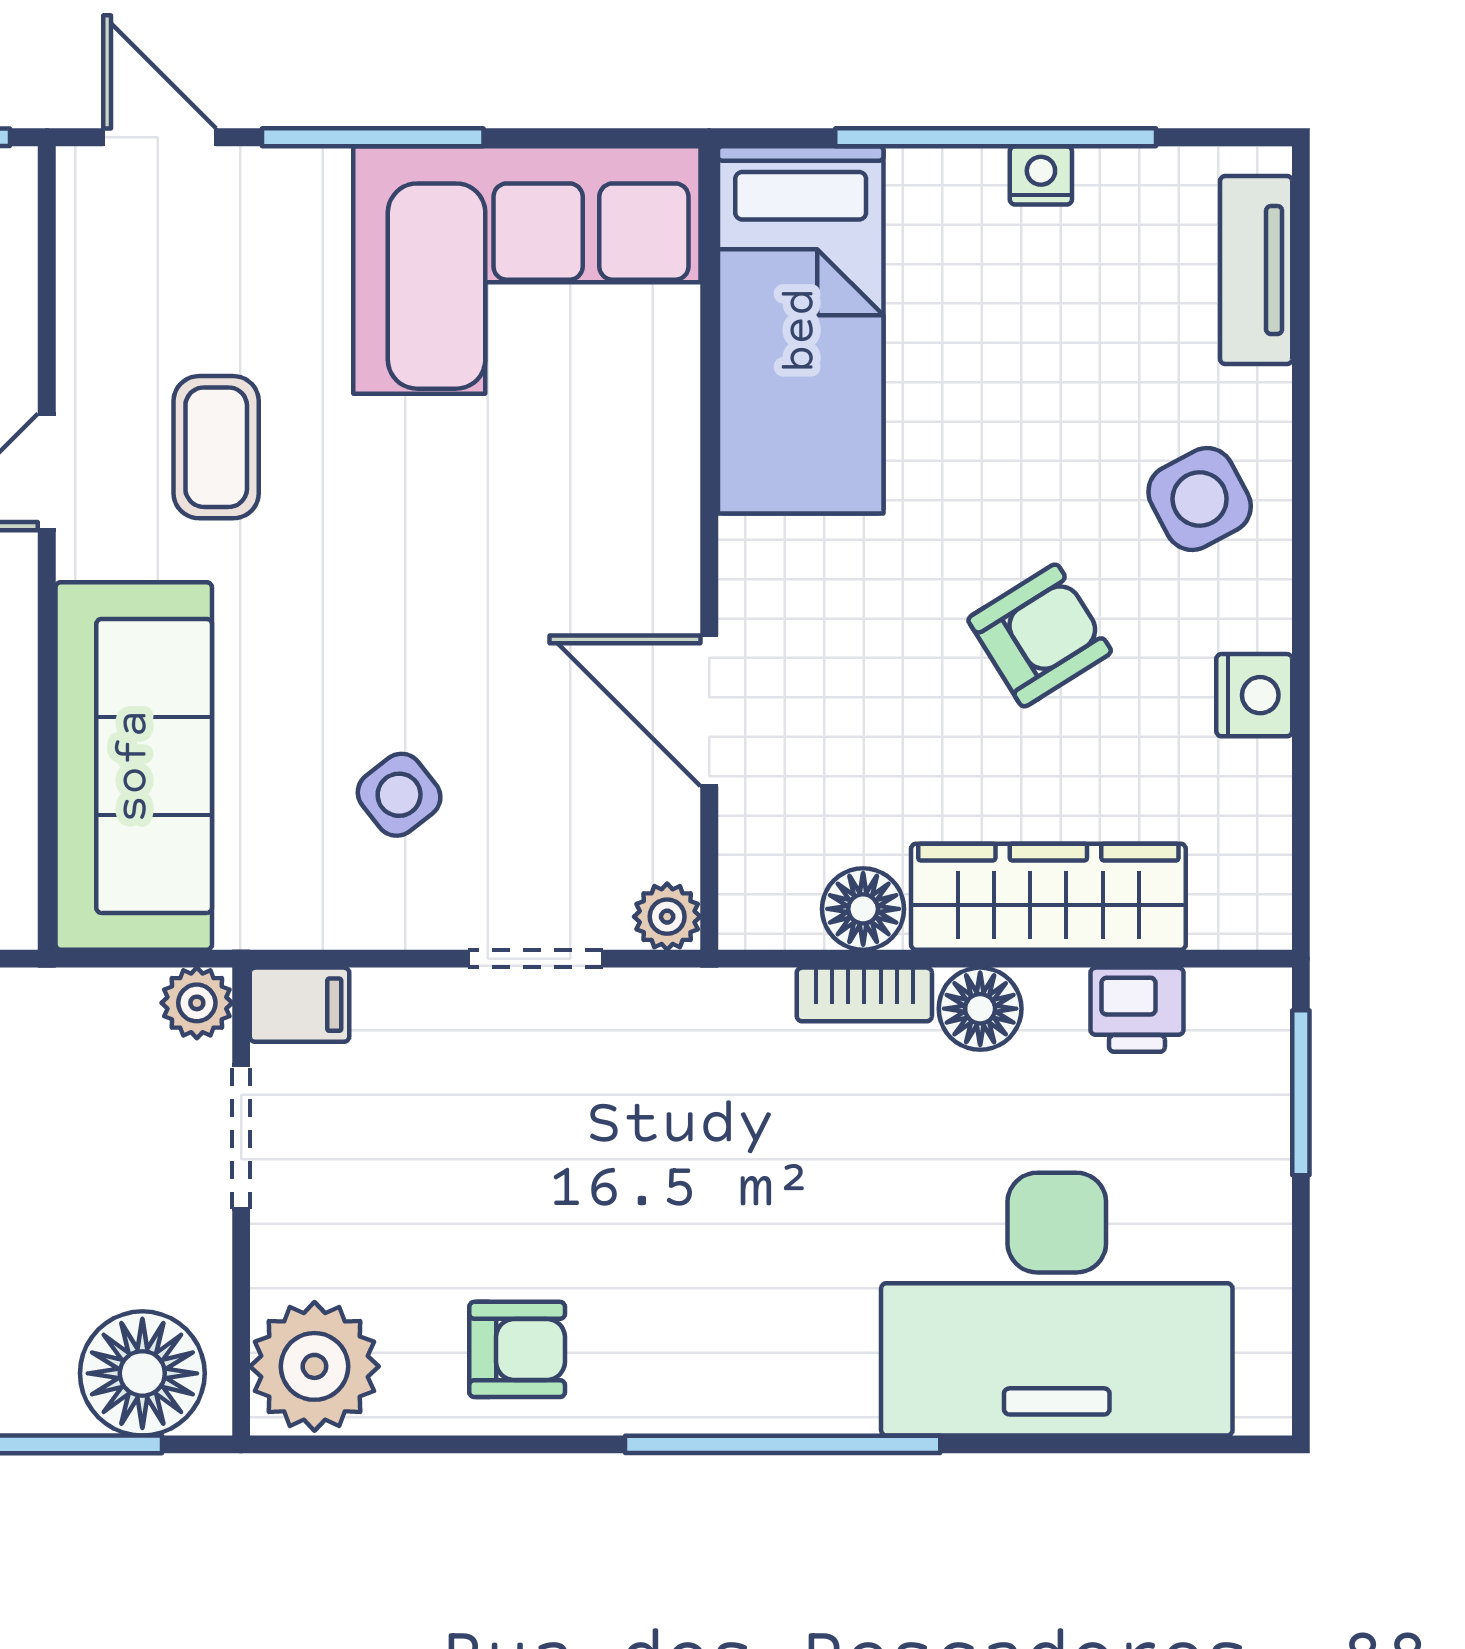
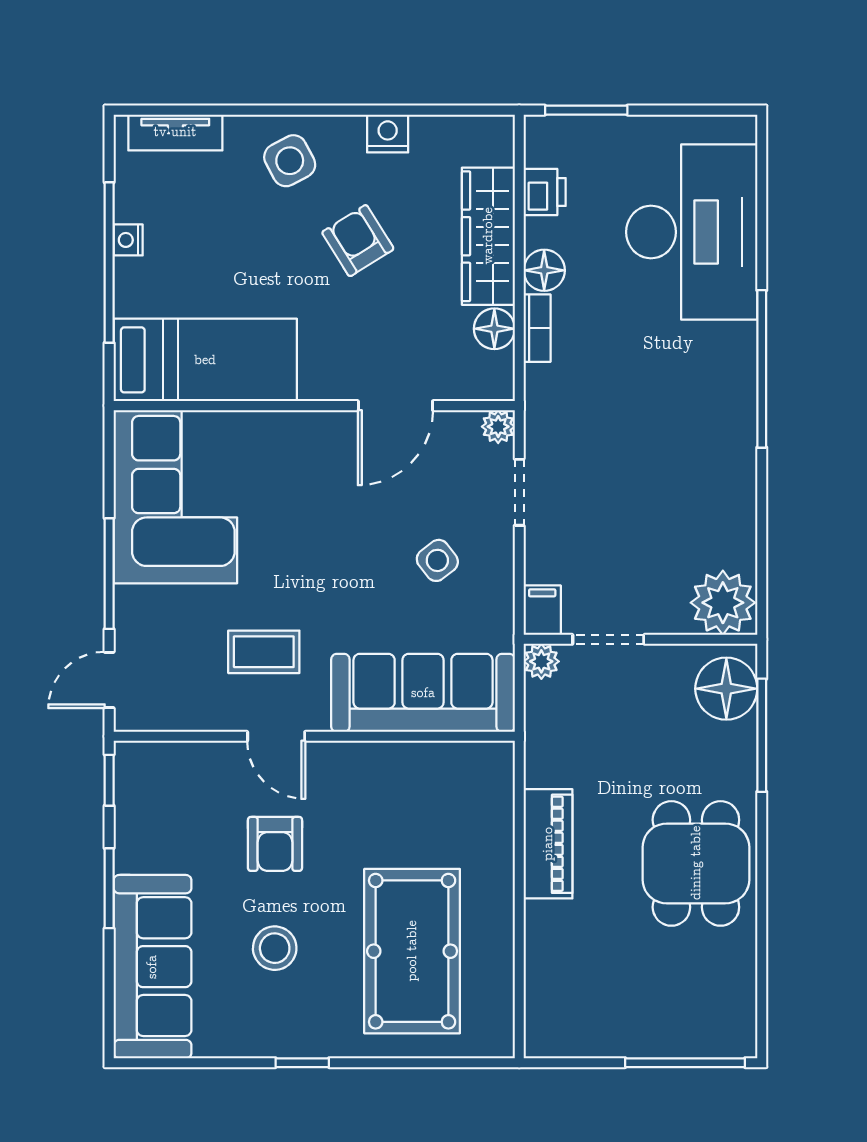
armchair: (517, 1349) -> (714, 501), removed

